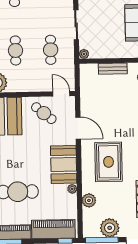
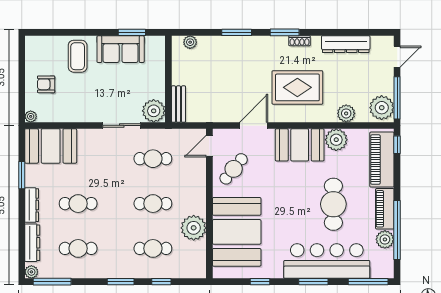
plant: (84, 54) -> (154, 111), width x1.88, depth x1.88
bench: (113, 69) -> (179, 104), moved
plant: (72, 189) -> (336, 140), width x1.88, depth x1.88
plant: (110, 228) -> (382, 108), moved

